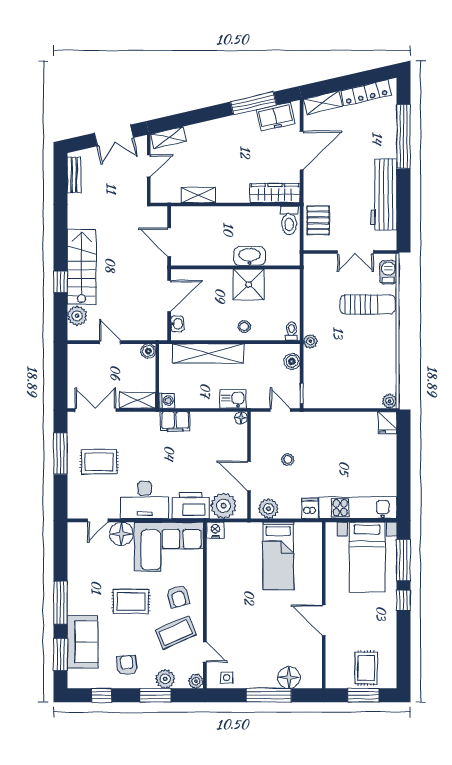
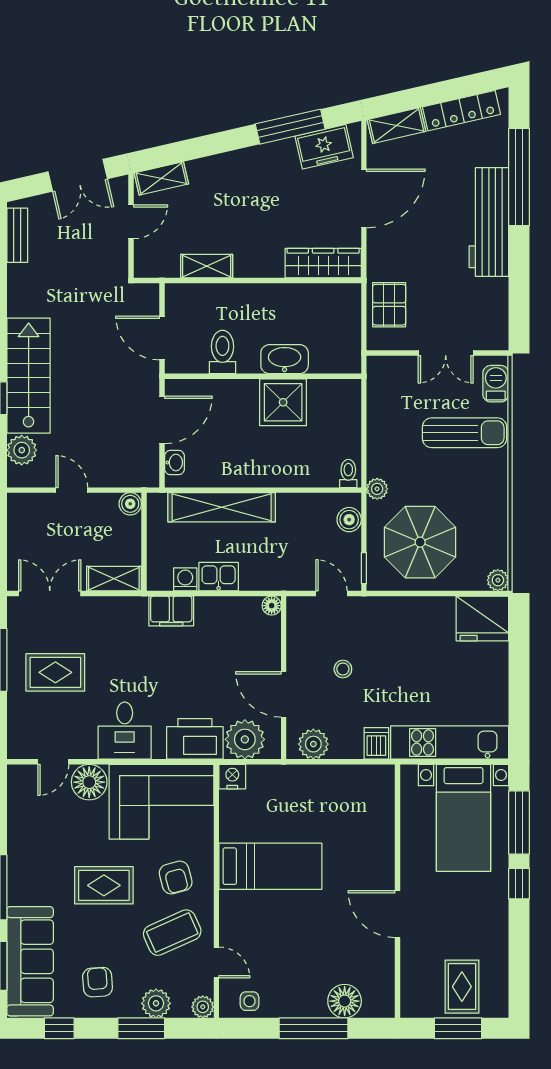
workbench: (384, 194) -> (489, 222), moved
toilet: (289, 220) -> (222, 352), moved, turned 180
stool: (244, 327) -> (276, 466), removed
parasol: (339, 376) -> (420, 542), added
kitchen sink: (233, 399) -> (219, 577), moved
washing machine: (167, 401) -> (185, 579), moved, turned -90
fridge: (388, 423) -> (482, 618), width x1.88, depth x1.34
desk: (145, 500) -> (125, 731), width x0.73
bed: (278, 556) -> (270, 866), moved, turned -90
sofa: (83, 642) -> (30, 961), width x1.36

